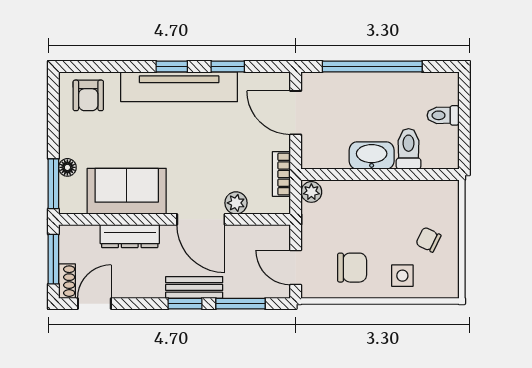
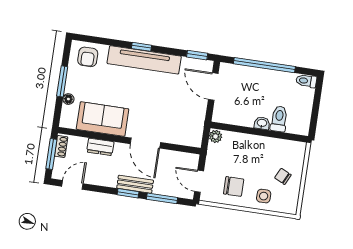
window: (228, 66) -> (197, 55), moved
toilet: (443, 115) -> (306, 81), moved
washbasin: (372, 156) -> (262, 123), width x0.52, depth x0.69
bookcase: (281, 174) -> (199, 123), removed
window: (53, 184) -> (62, 81), moved
plant: (236, 203) -> (168, 136), removed
dresser: (130, 236) -> (100, 147), width x0.70
shoe rack: (67, 281) -> (61, 146), moved

